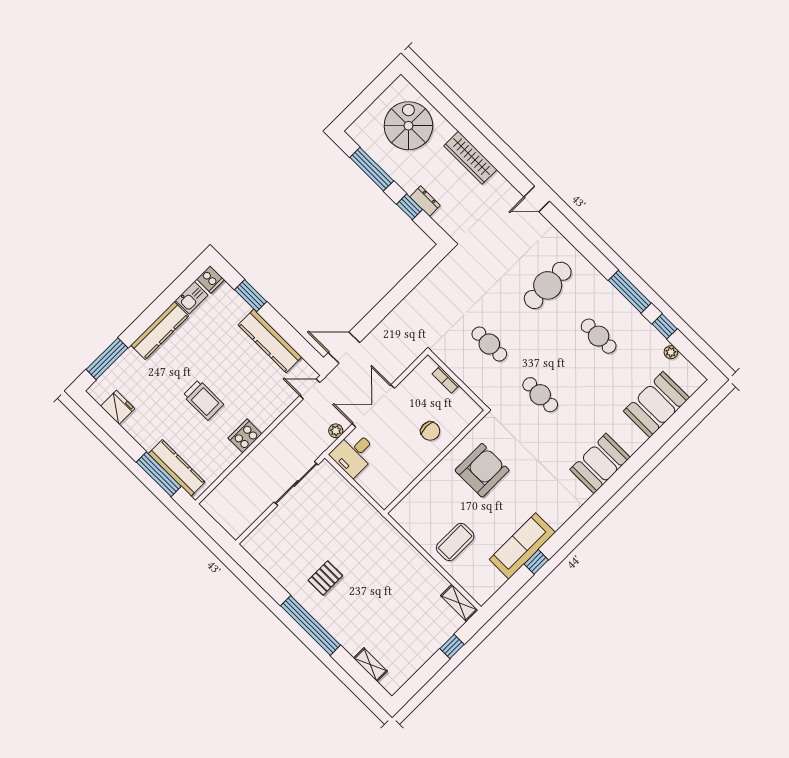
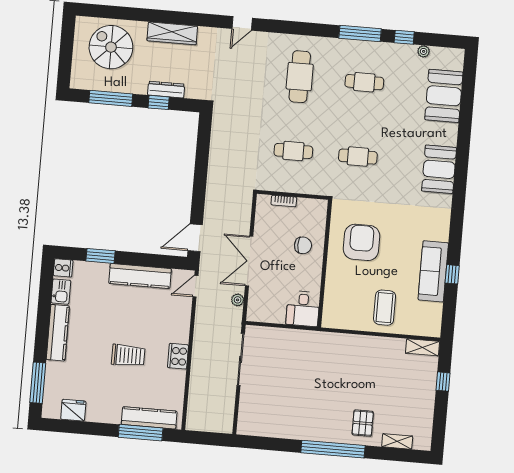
dresser: (425, 201) -> (166, 90), width x1.44
desk: (354, 454) -> (303, 309), moved
pallet: (325, 578) -> (363, 423), moved

